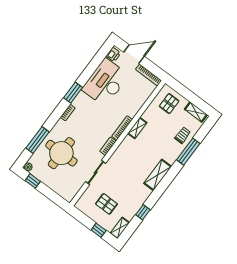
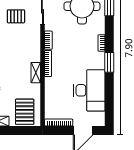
printer: (113, 55) -> (100, 118), removed
pallet: (169, 104) -> (25, 112), width x1.50, depth x1.42
pallet: (120, 184) -> (16, 16), added

